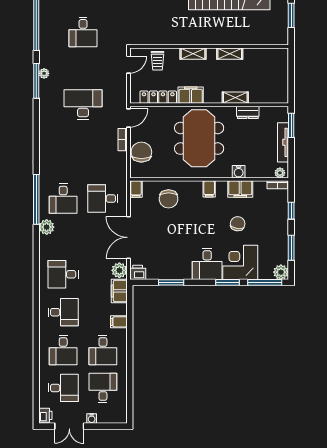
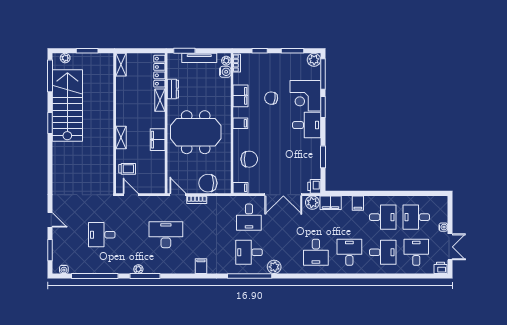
desk: (83, 32) -> (102, 235), turned 180
shelving: (230, 54) -> (121, 65), moved
locker: (158, 97) -> (159, 71), moved
desk: (83, 104) -> (166, 235), turned 90
filing cabinet: (47, 144) -> (201, 266), added
water cooler: (239, 172) -> (225, 72), moved
desk: (63, 199) -> (249, 252), turned 180

